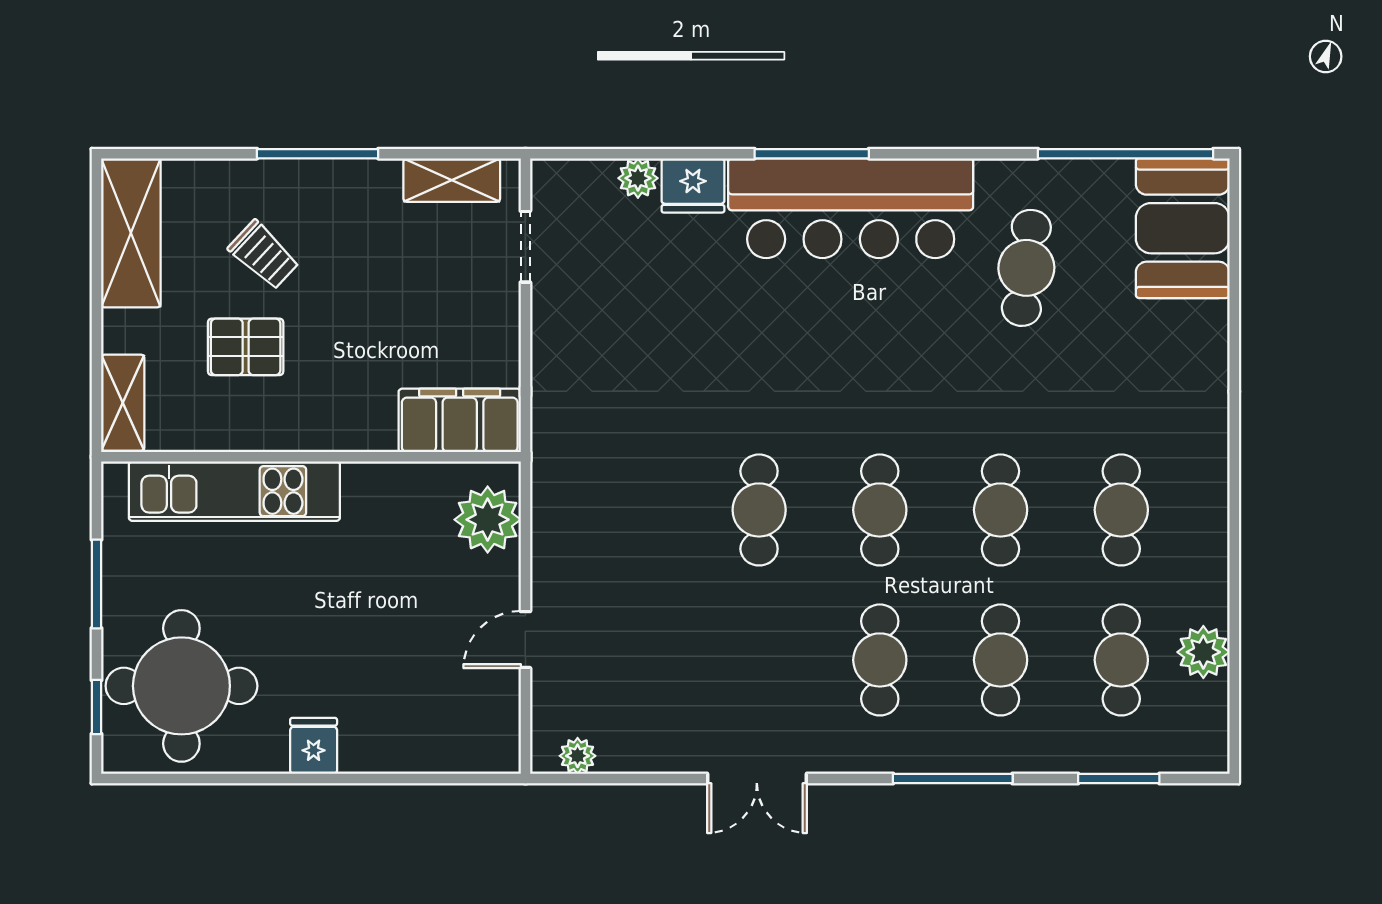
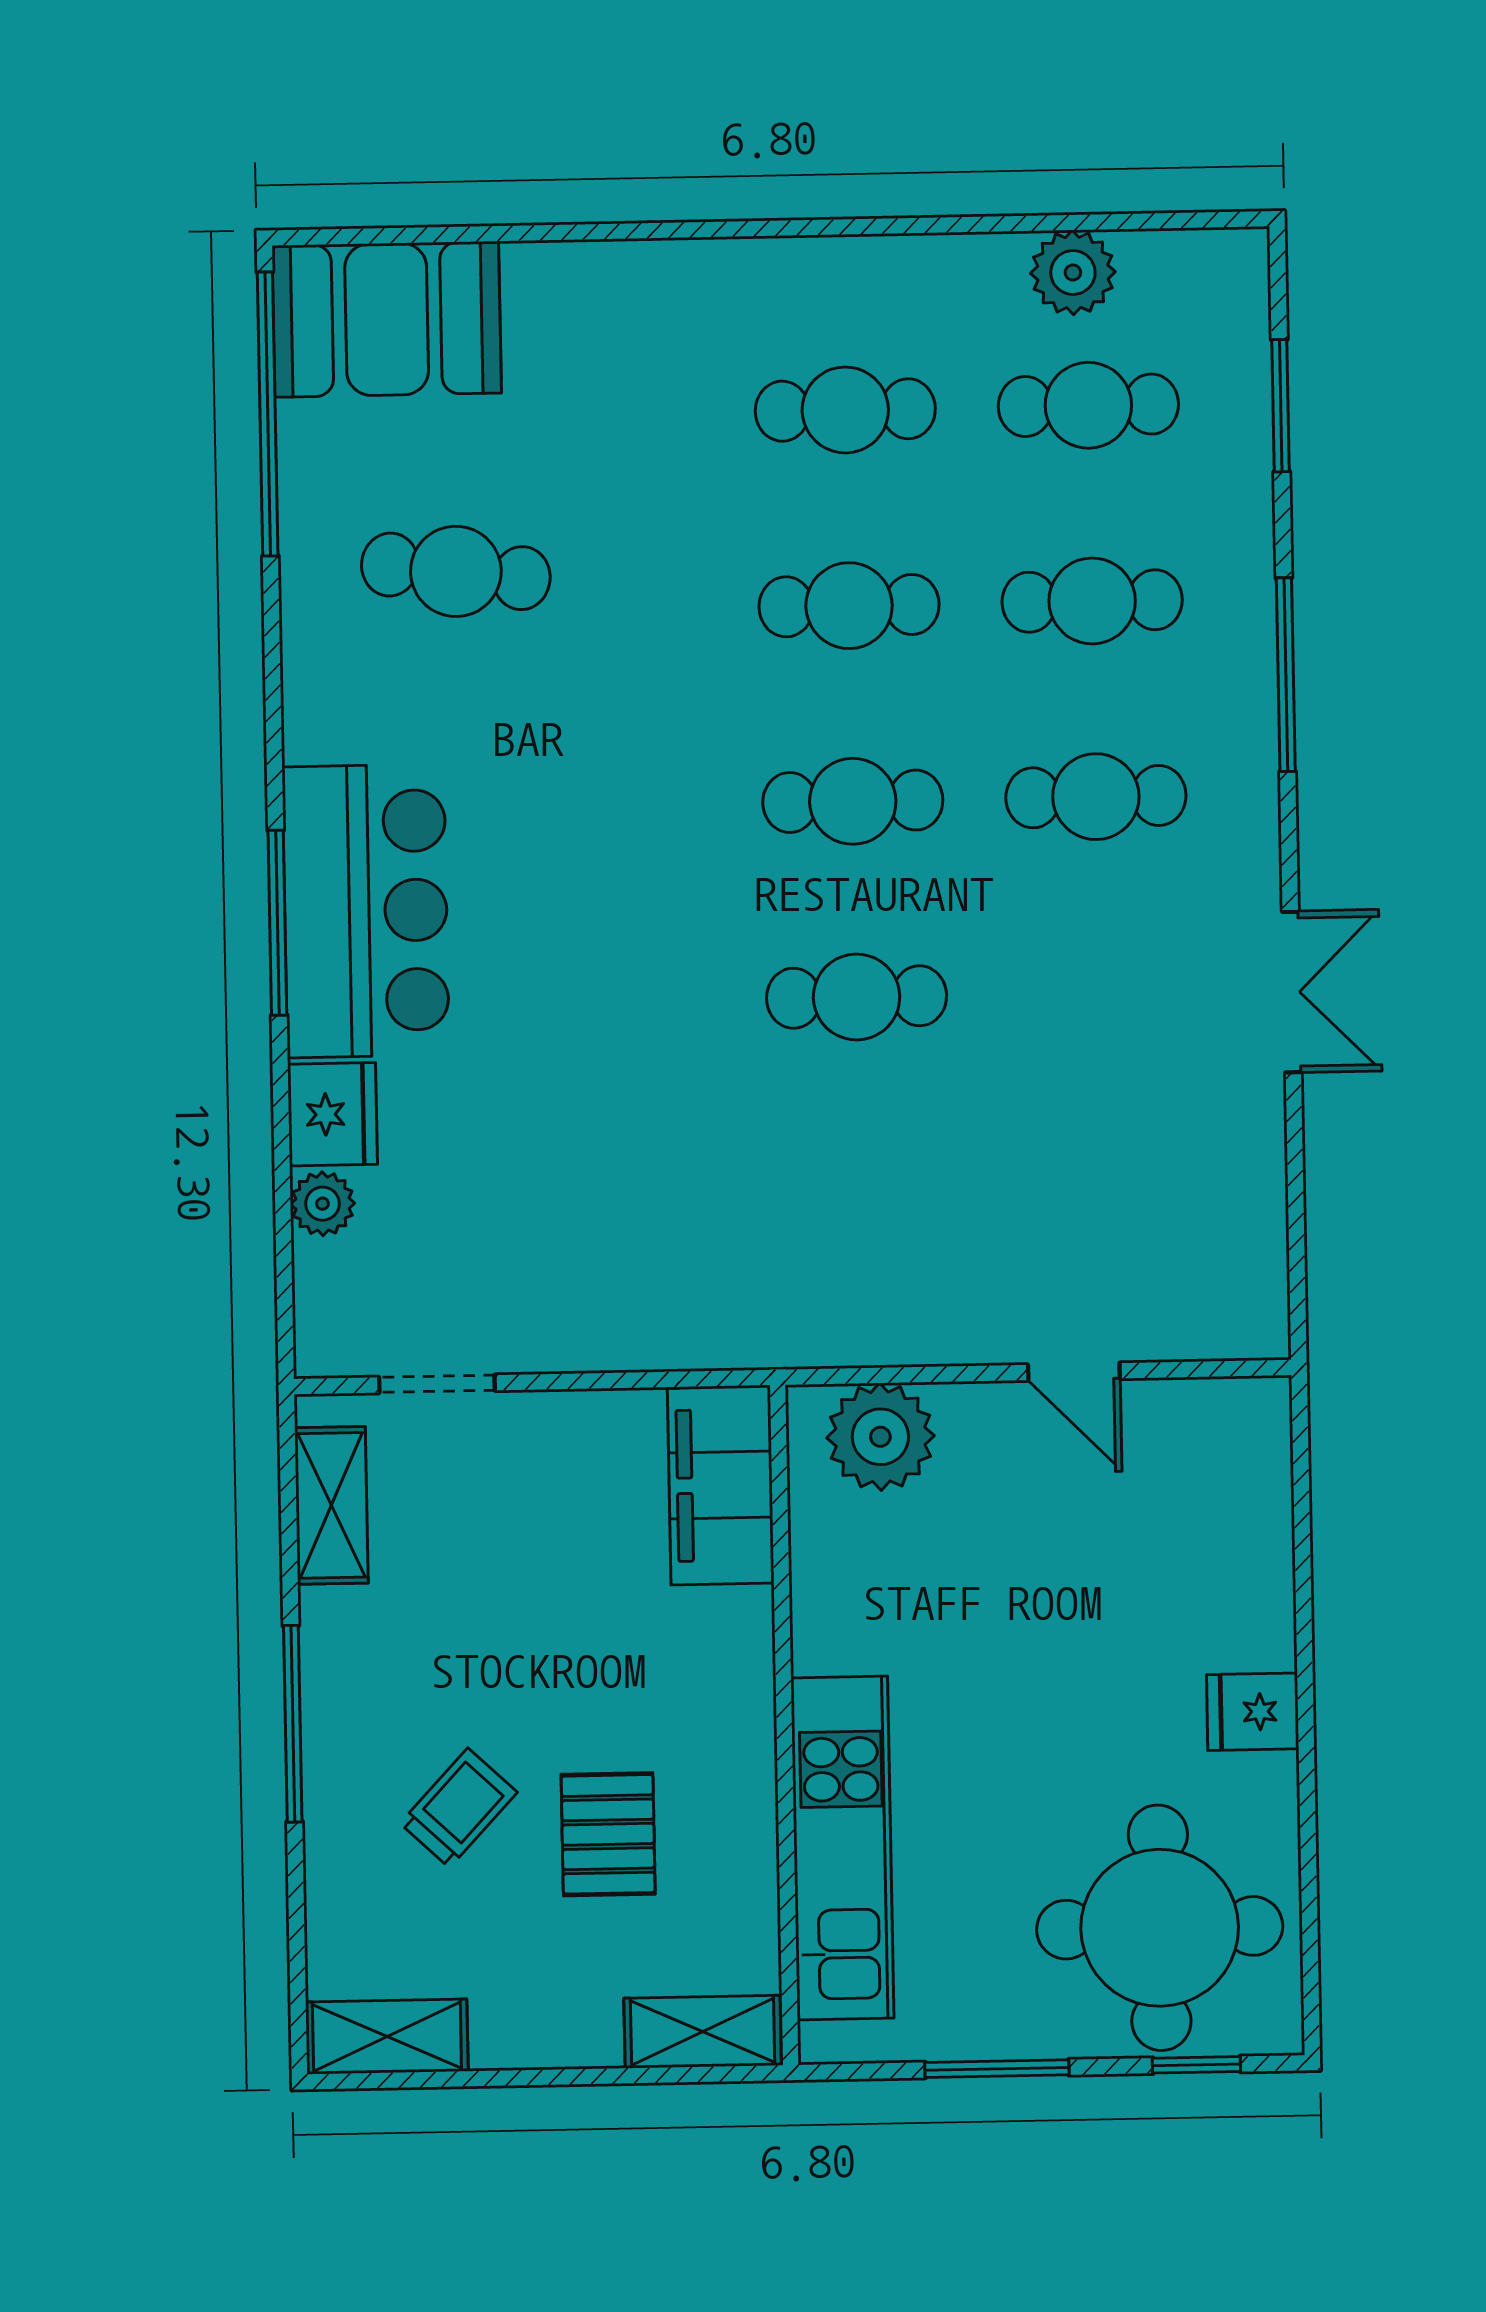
bar counter: (851, 208) -> (366, 911), width x0.73
shelving: (131, 233) -> (387, 2037), width x0.67, depth x0.75
plant: (578, 756) -> (1261, 1284), removed

